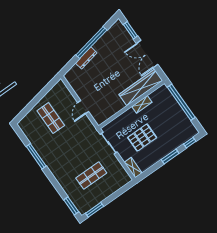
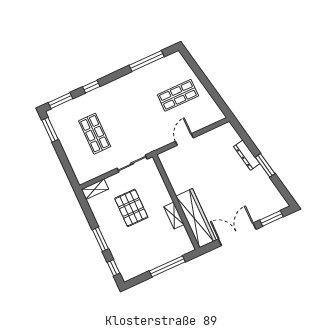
window: (91, 43) -> (265, 165), width x0.47
window: (181, 102) -> (167, 266), width x0.68
door: (83, 107) -> (184, 140), hinge flipped
window: (36, 156) -> (147, 61), moved
window: (56, 185) -> (91, 87), added

